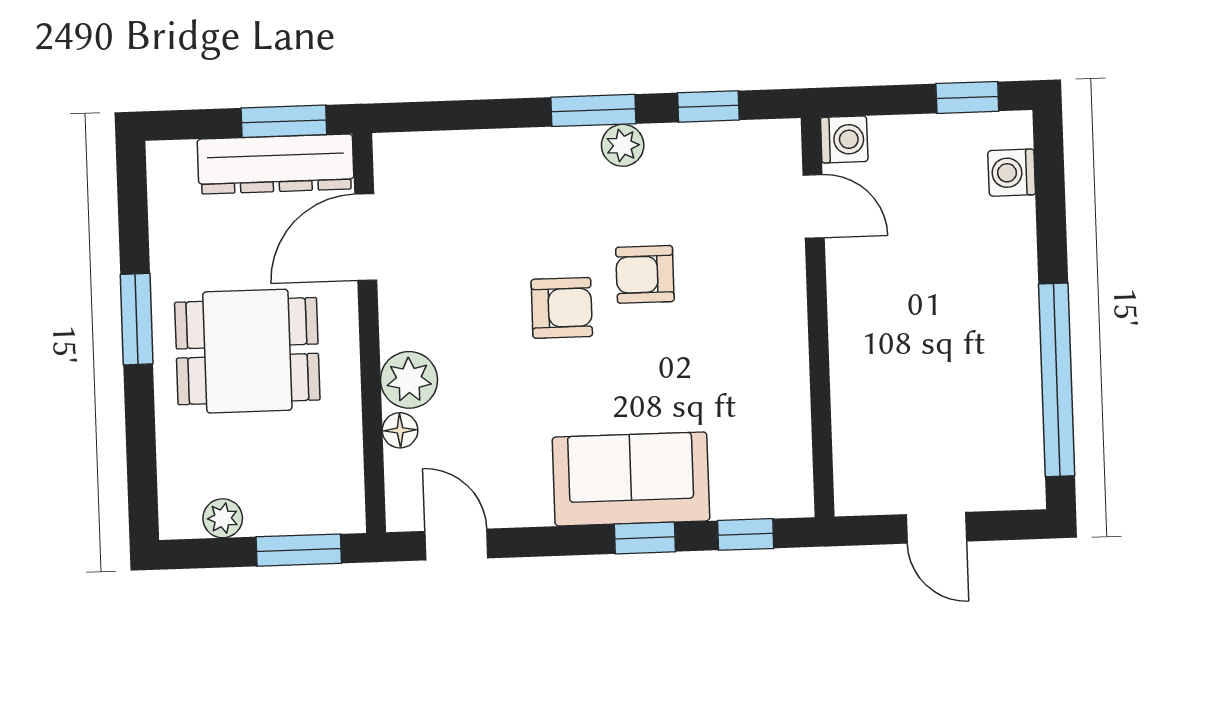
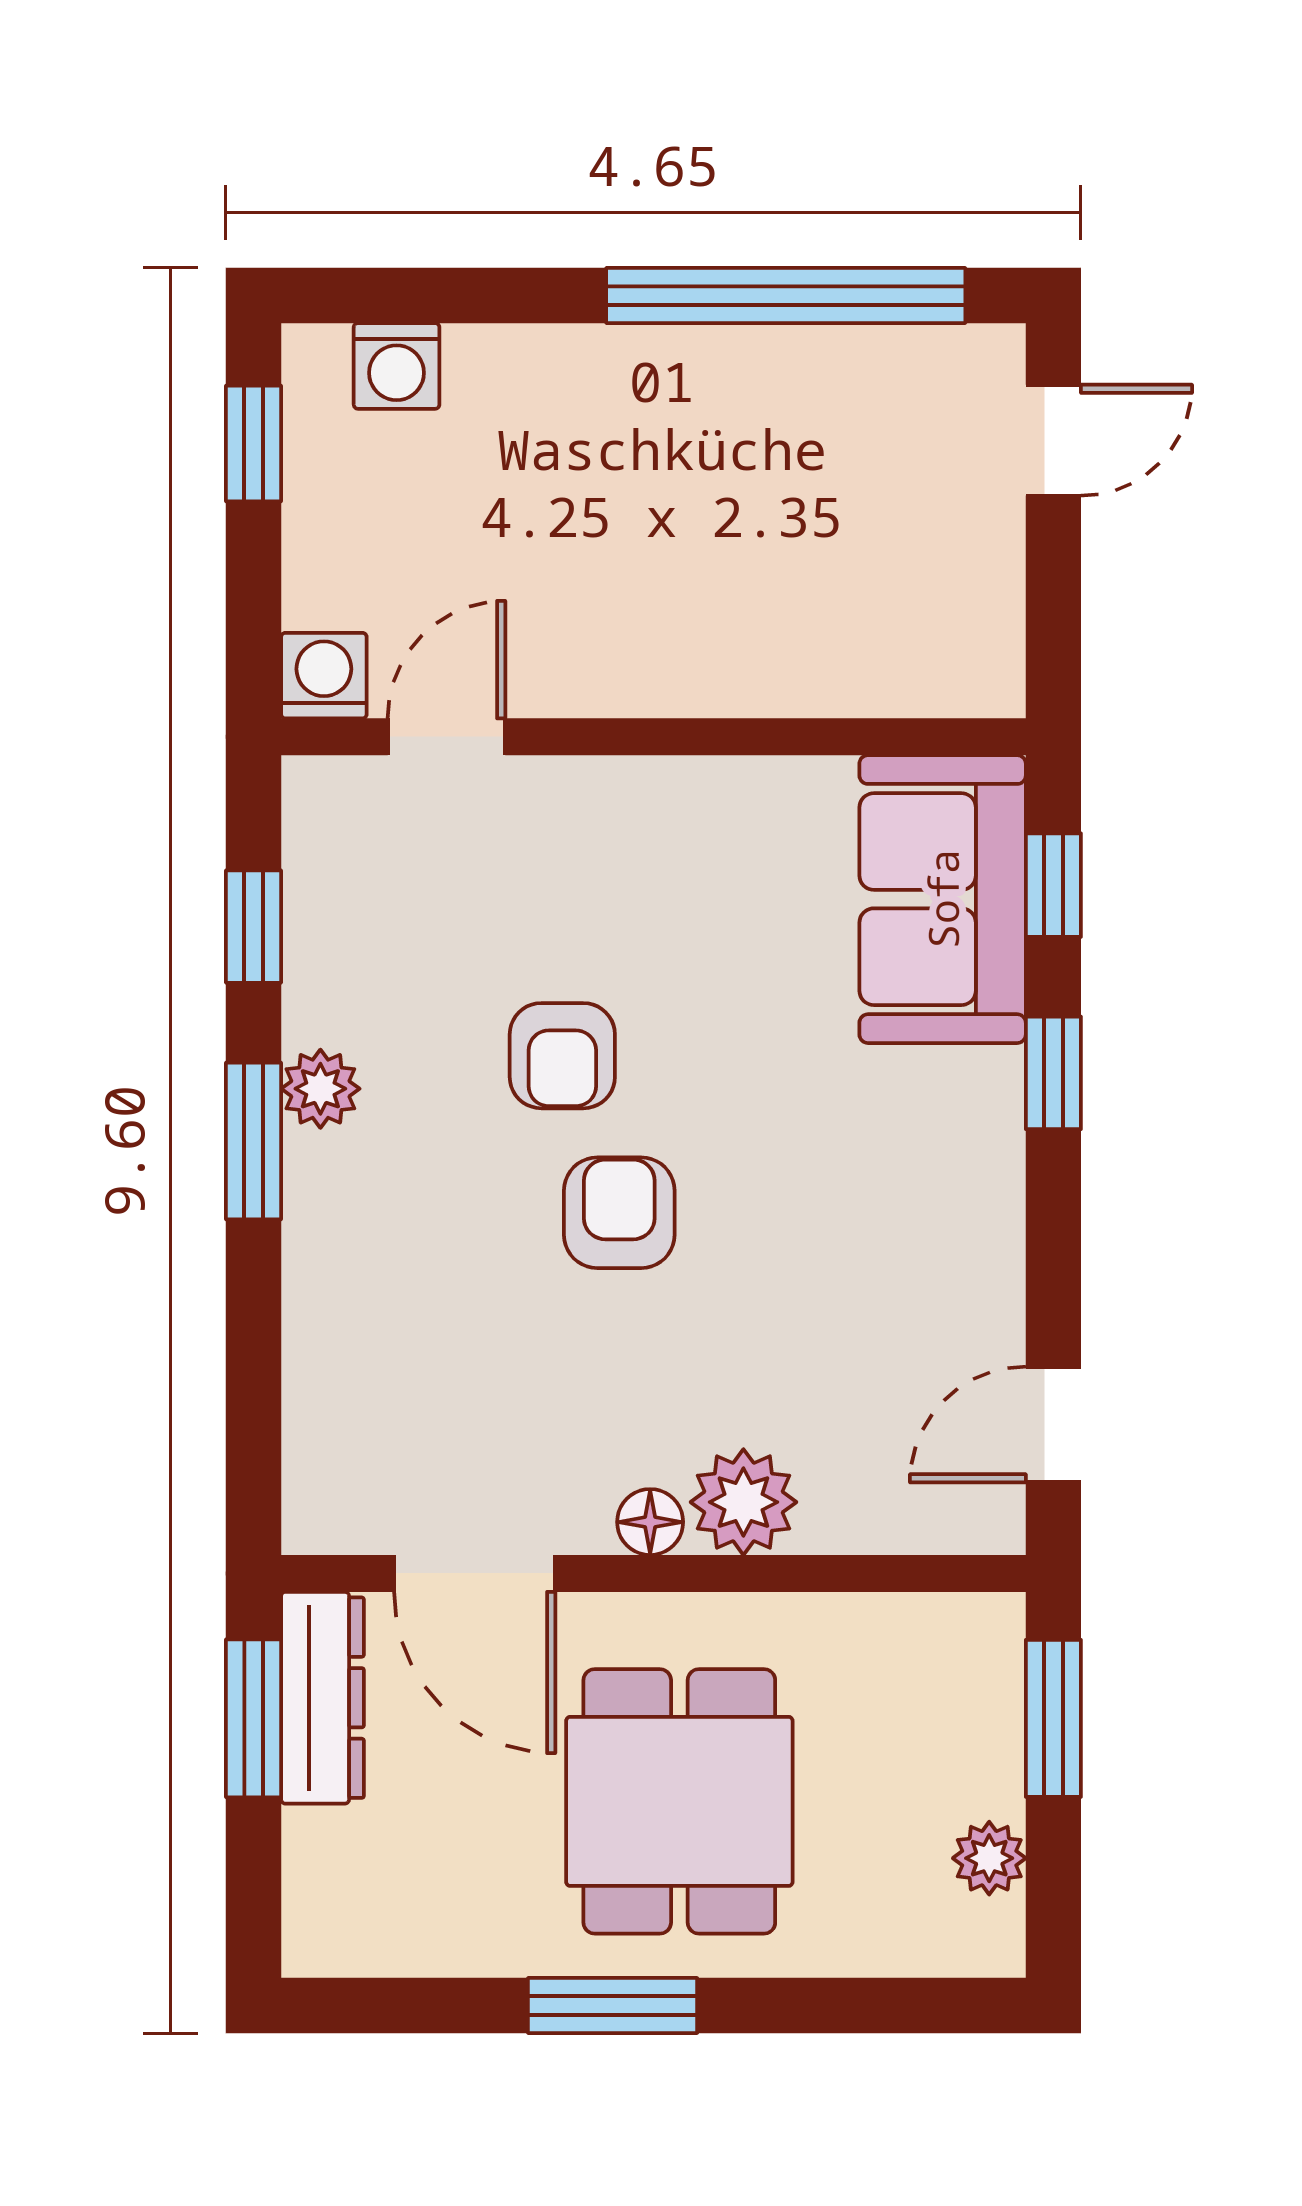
dresser: (276, 164) -> (323, 1698), width x0.73, depth x0.80
floor lamp: (400, 430) -> (650, 1522), moved
sofa: (631, 479) -> (943, 899), moved
door: (936, 528) -> (1053, 440), moved

